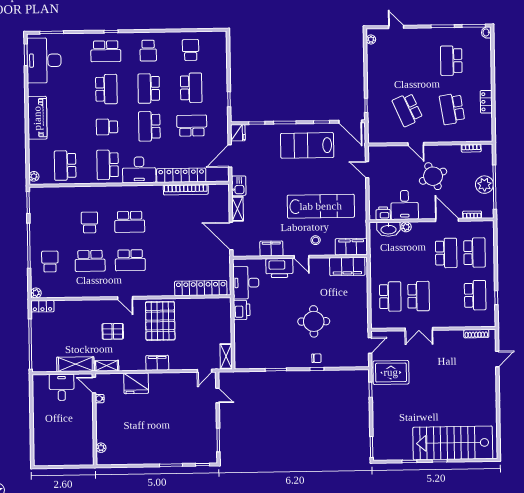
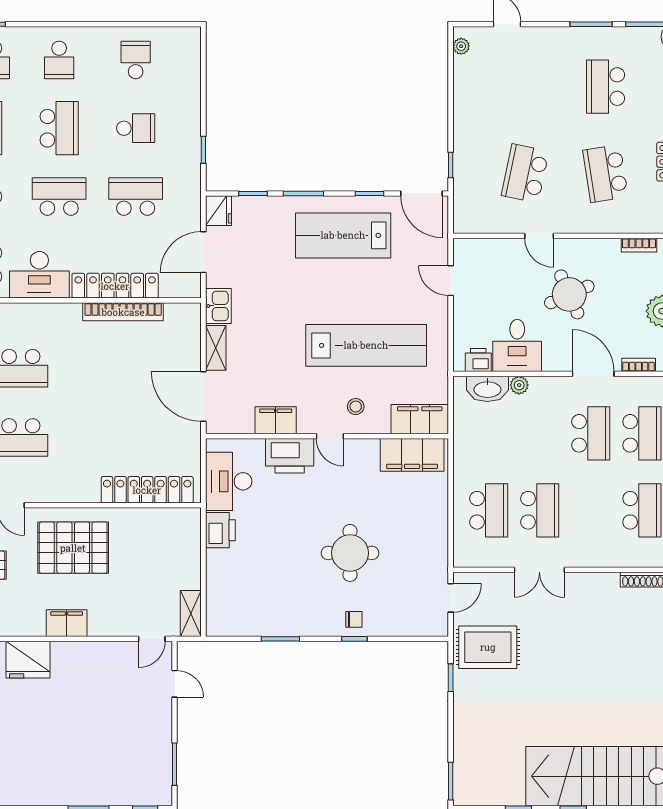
school desk: (149, 88) -> (59, 128), turned 180
school desk: (191, 88) -> (136, 128), width x0.54
school desk: (407, 110) -> (525, 173), turned 36
school desk: (149, 126) -> (59, 196), turned 90
pallet: (160, 321) -> (73, 548), turned 90

